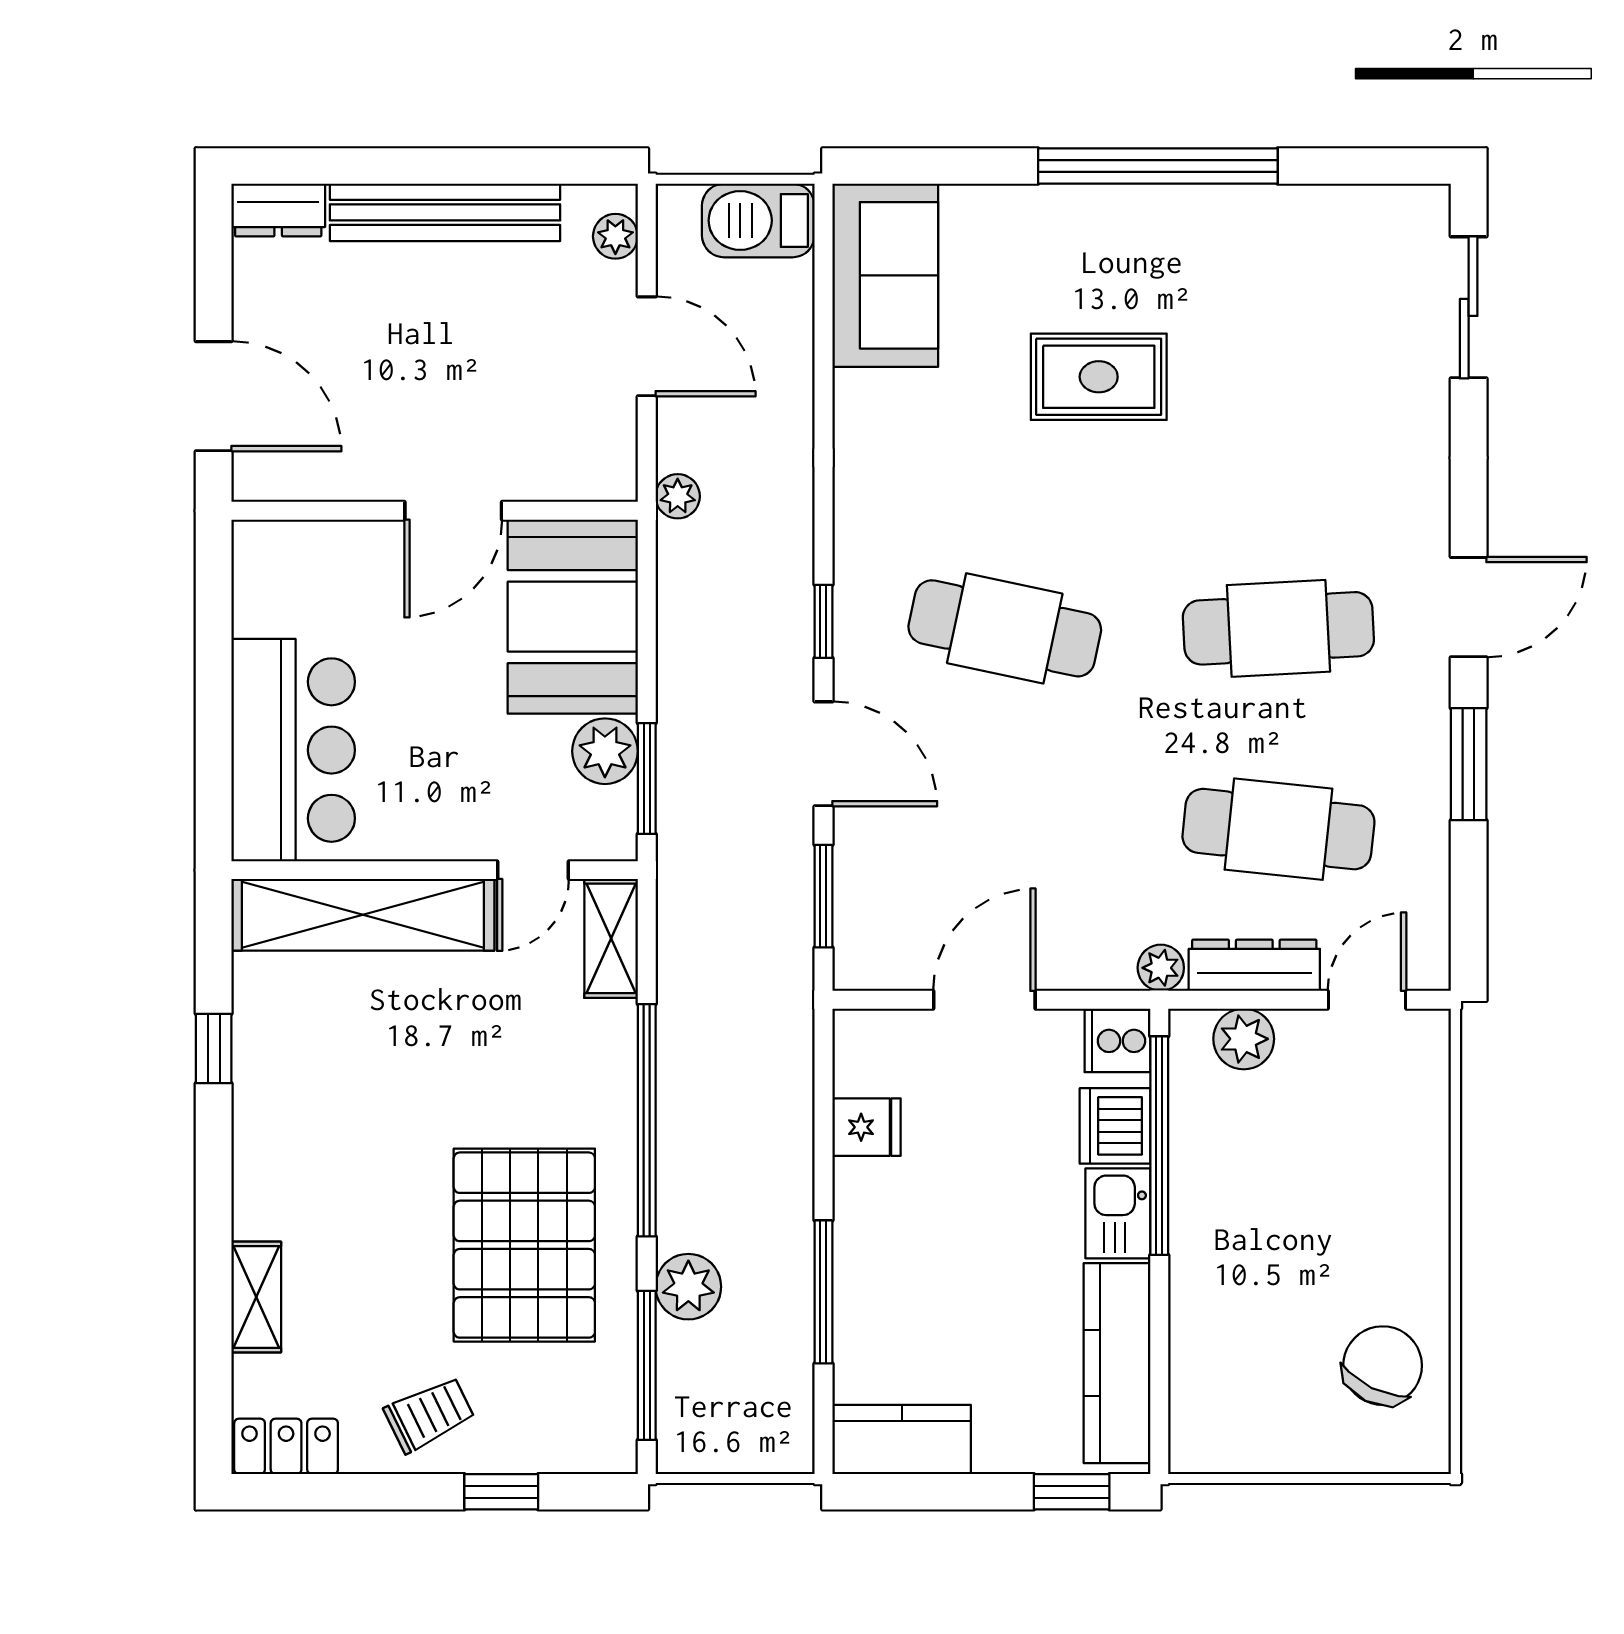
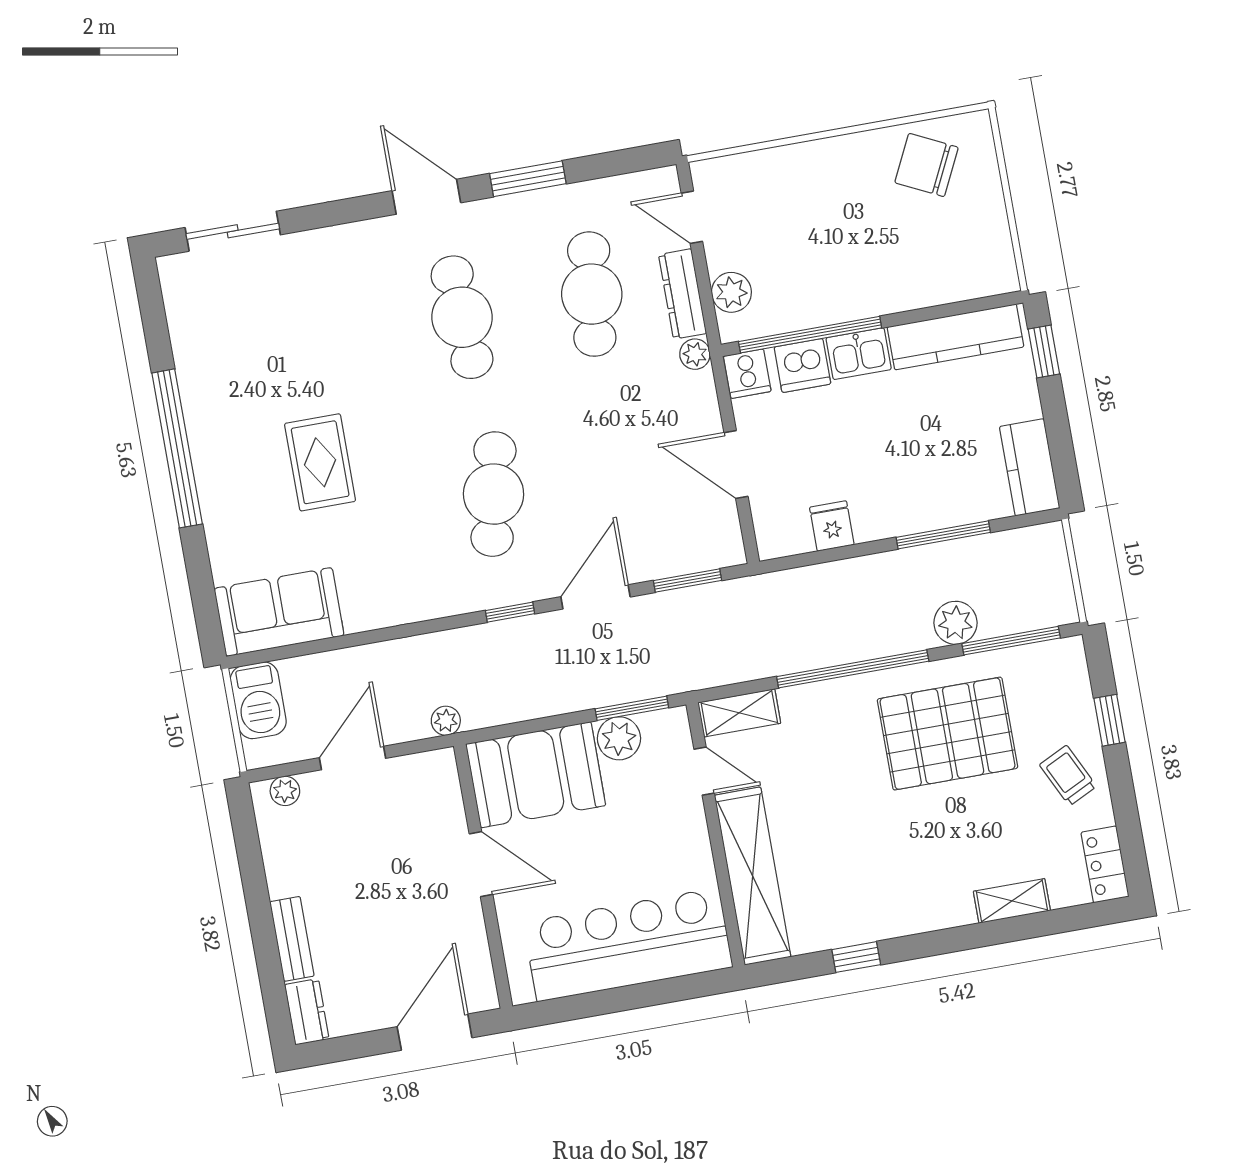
bench: (445, 212) -> (292, 939), width x0.54, depth x0.82
bar counter: (293, 750) -> (628, 945), width x1.36

